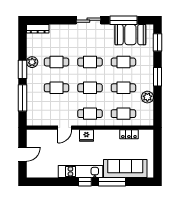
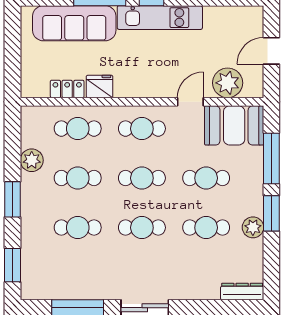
booth: (130, 35) -> (234, 125), moved
fridge: (86, 136) -> (100, 86), moved
plant: (45, 137) -> (228, 83), added

